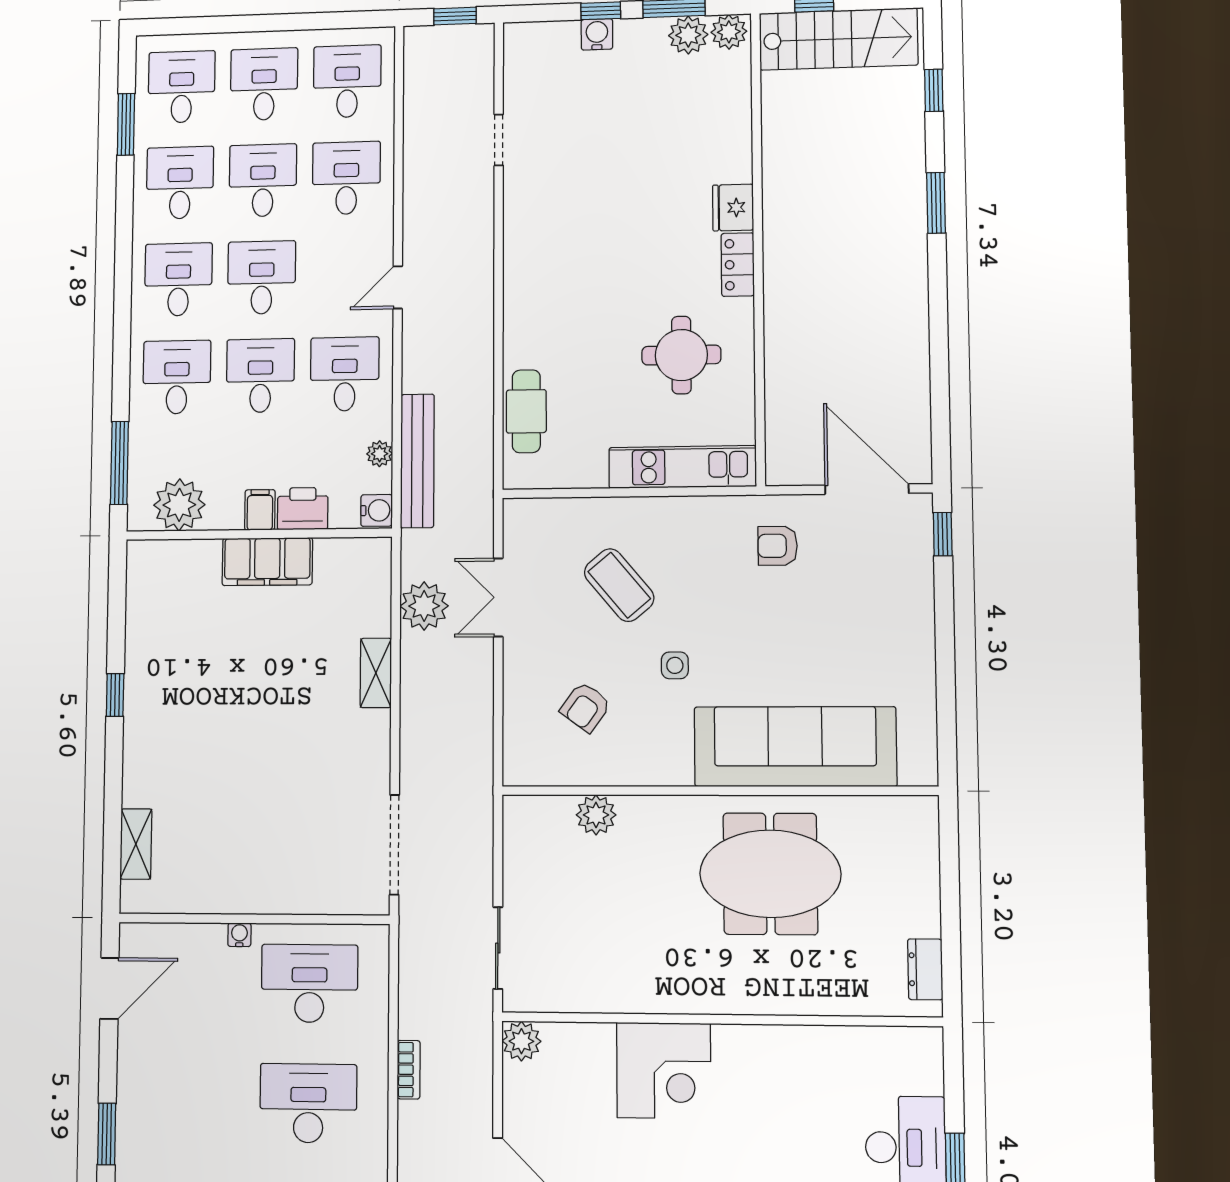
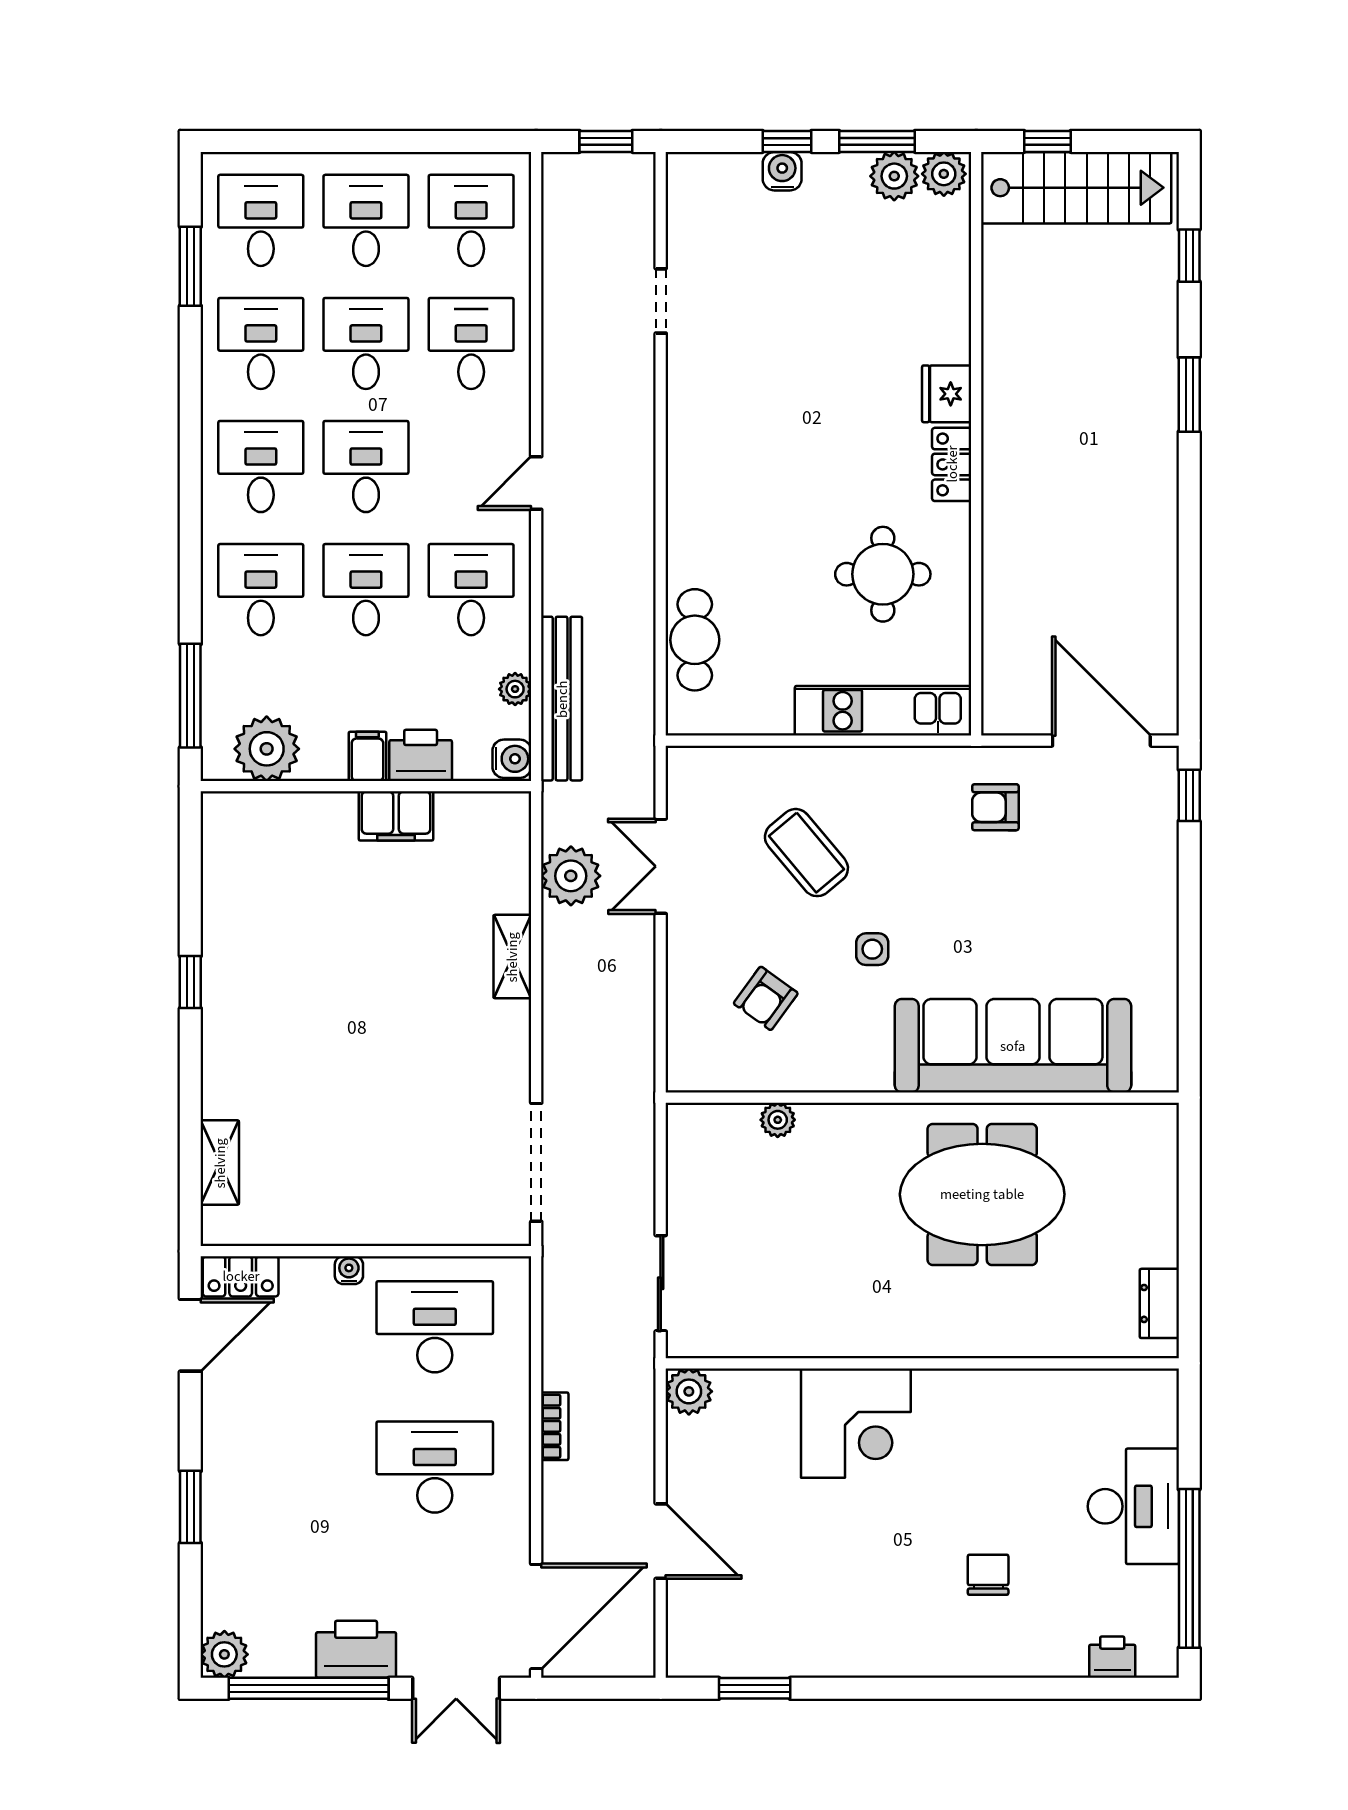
filing cabinet: (267, 562) -> (396, 816), width x0.67, depth x0.86
plant: (596, 815) -> (778, 1120), width x0.73, depth x0.73
locker: (151, 939) -> (241, 1276), added

